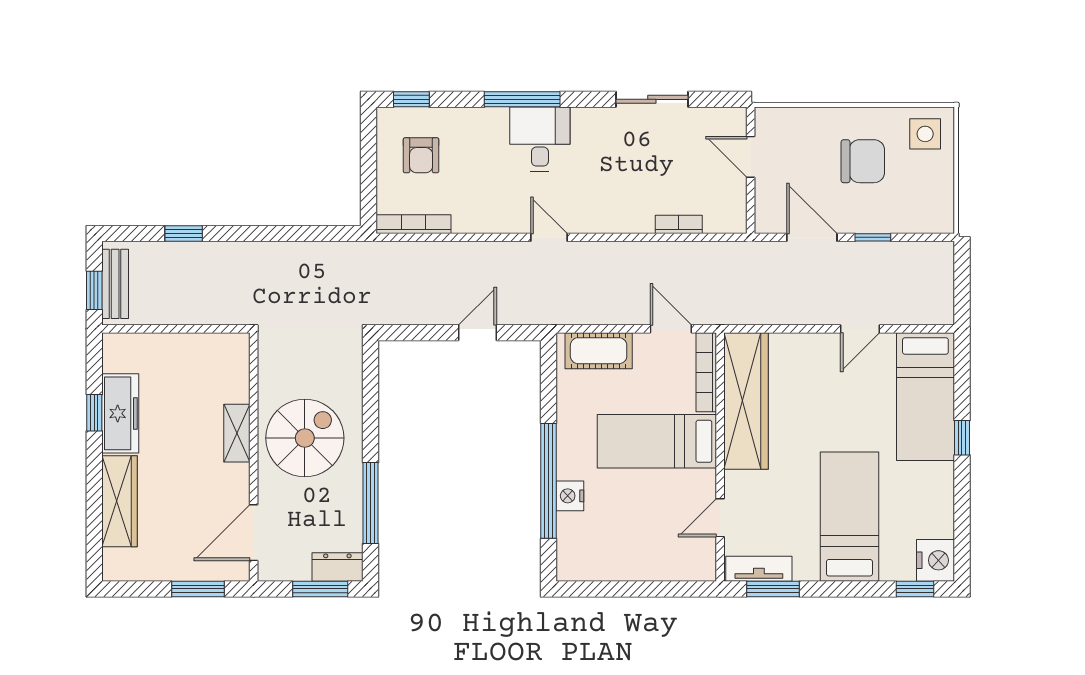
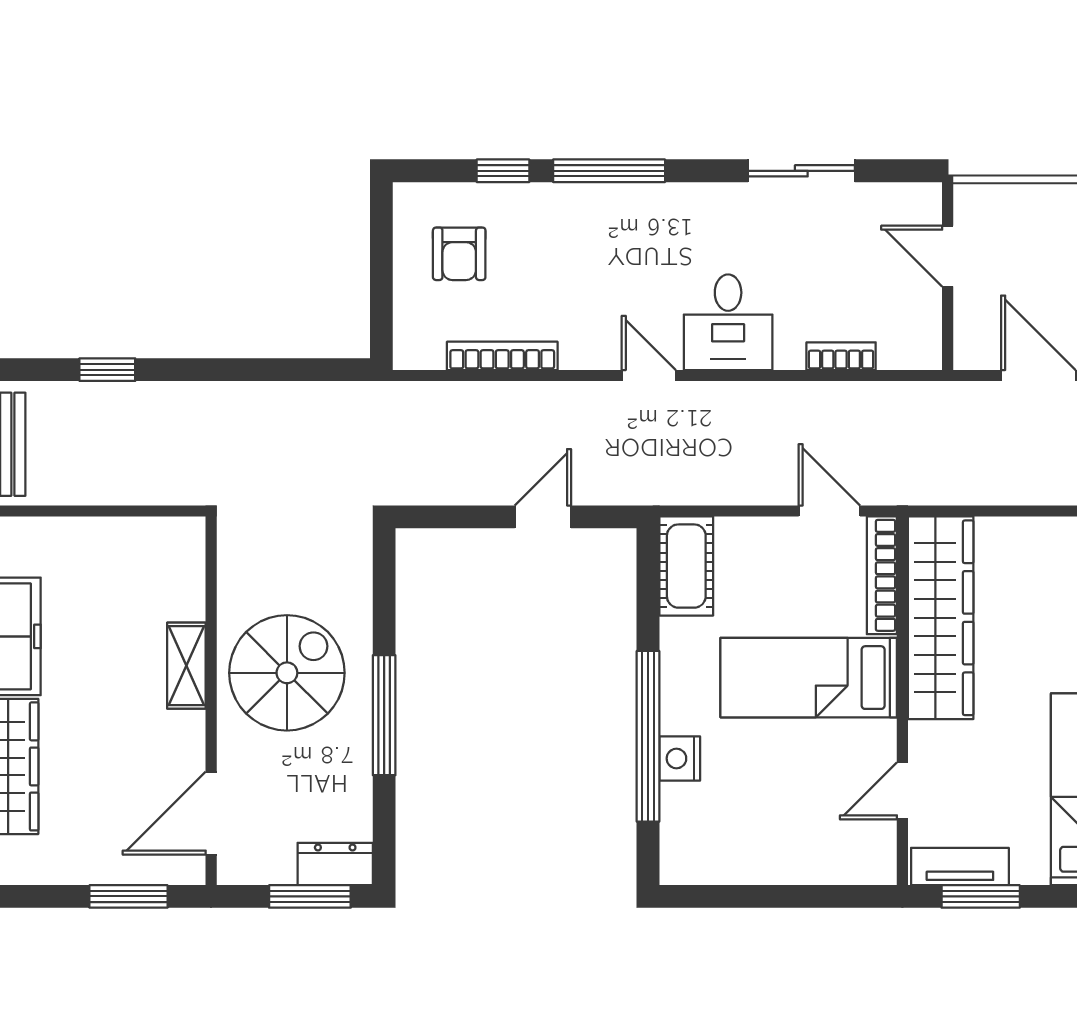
window: (411, 99) -> (503, 171), moved
desk: (540, 139) -> (728, 322), moved, turned 180
bookcase: (413, 224) -> (502, 356), moved
cot: (599, 351) -> (686, 566), moved, turned 90
window: (370, 503) -> (384, 715), moved

